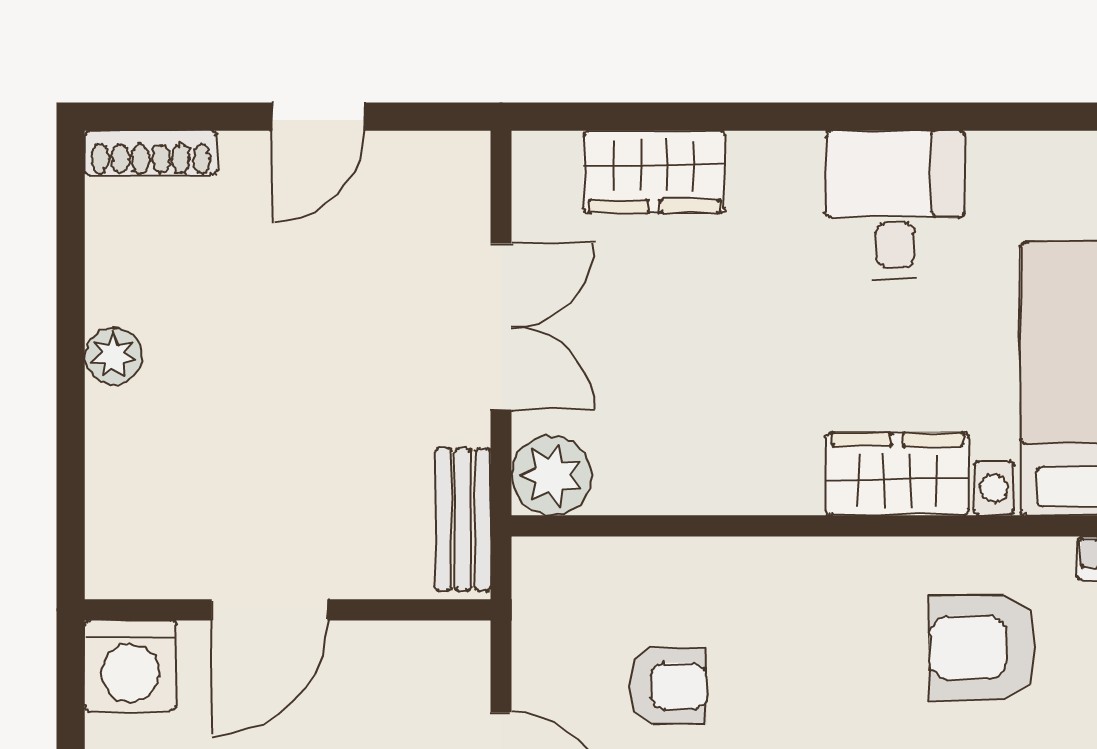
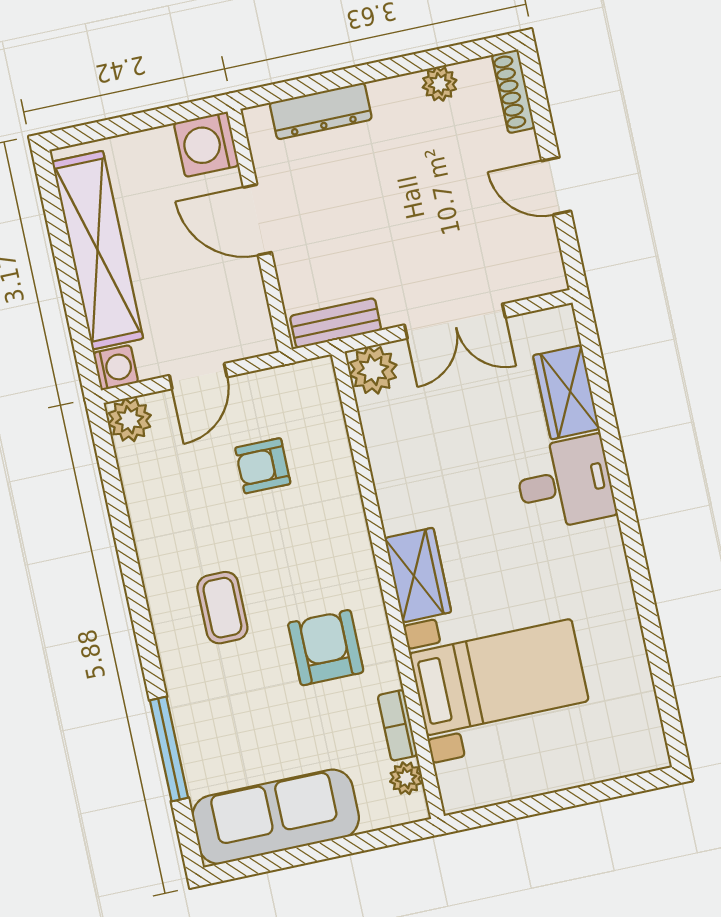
desk: (895, 205) -> (565, 483), moved
plant: (113, 356) -> (440, 84), moved
dresser: (116, 470) -> (321, 111), added
armchair: (668, 686) -> (263, 466), turned 90

